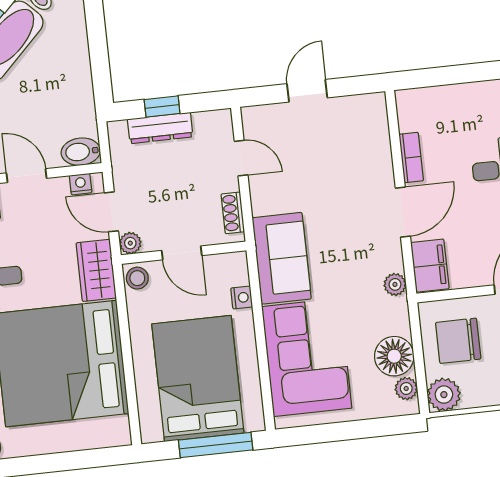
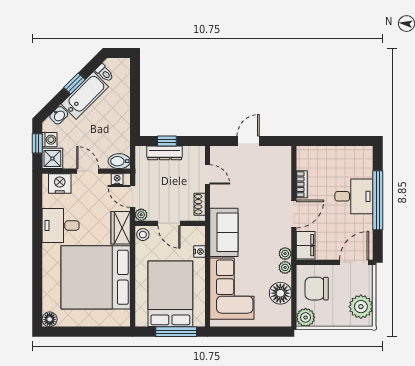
plant: (406, 388) -> (285, 267), moved

